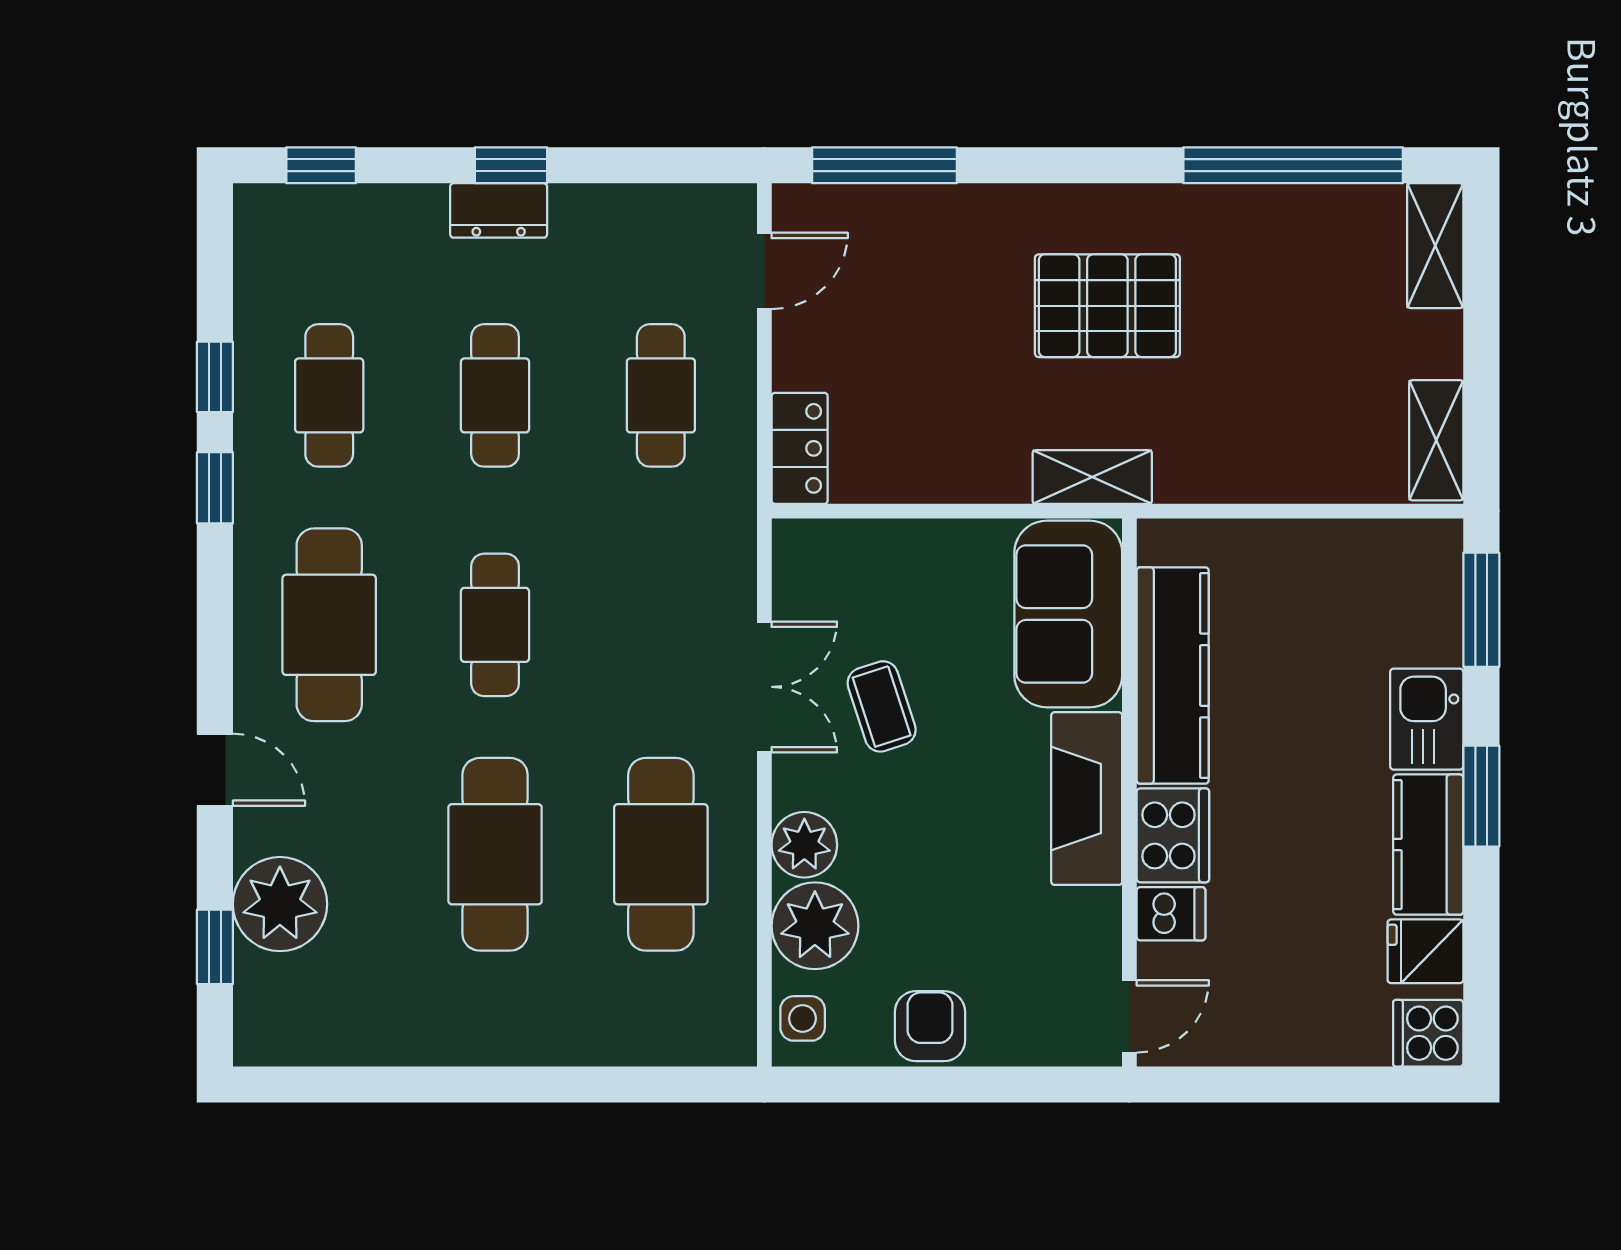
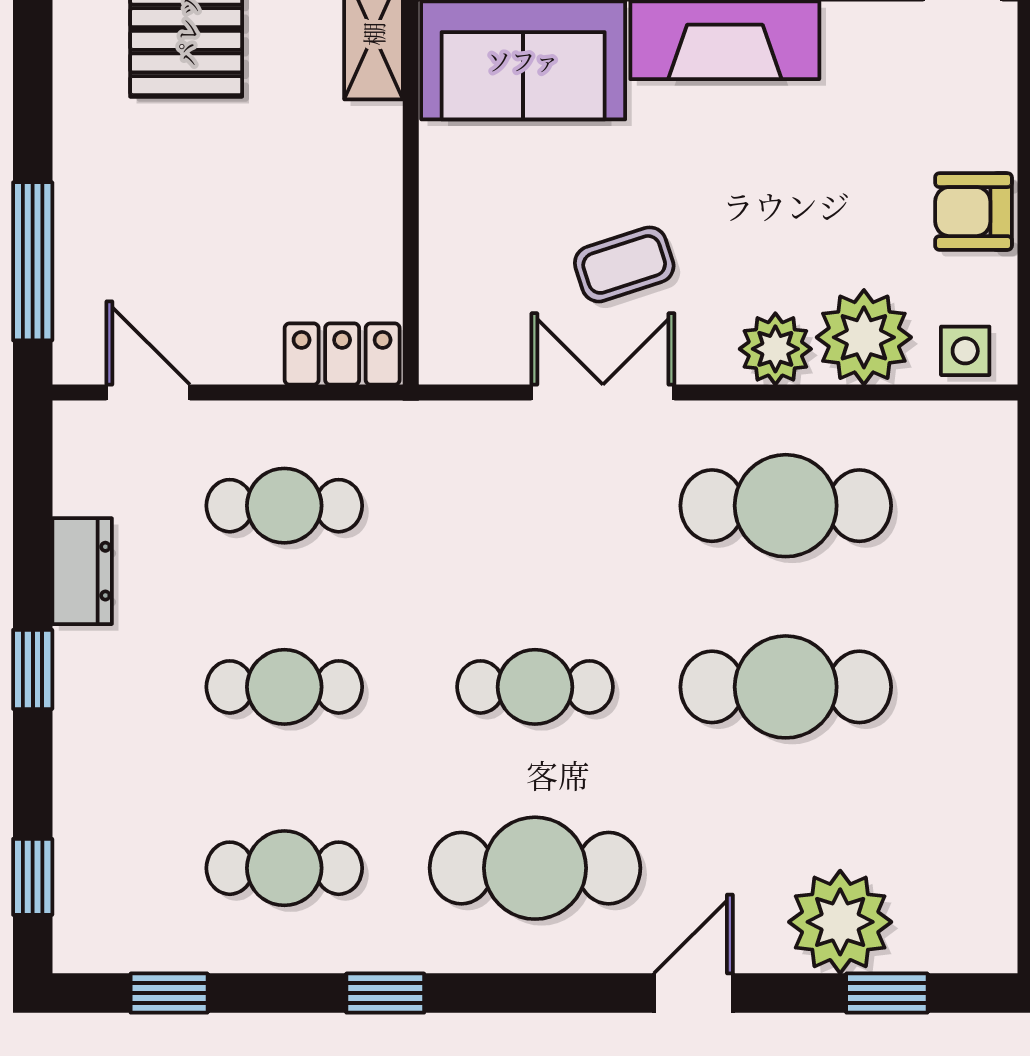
dresser: (499, 210) -> (82, 571), moved
window: (215, 377) -> (169, 993), moved

